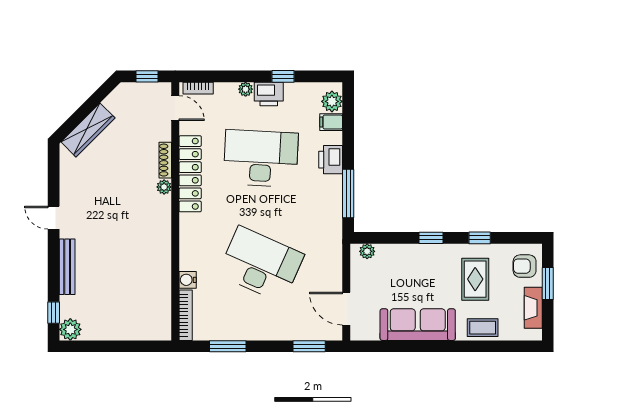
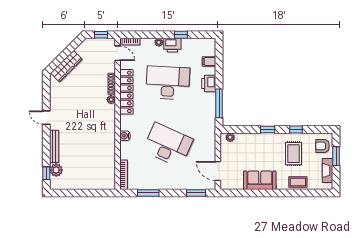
plant: (332, 101) -> (209, 49), removed
water cooler: (188, 280) -> (125, 136), moved
sofa: (418, 325) -> (260, 180), width x0.73
plant: (70, 329) -> (56, 170), moved

